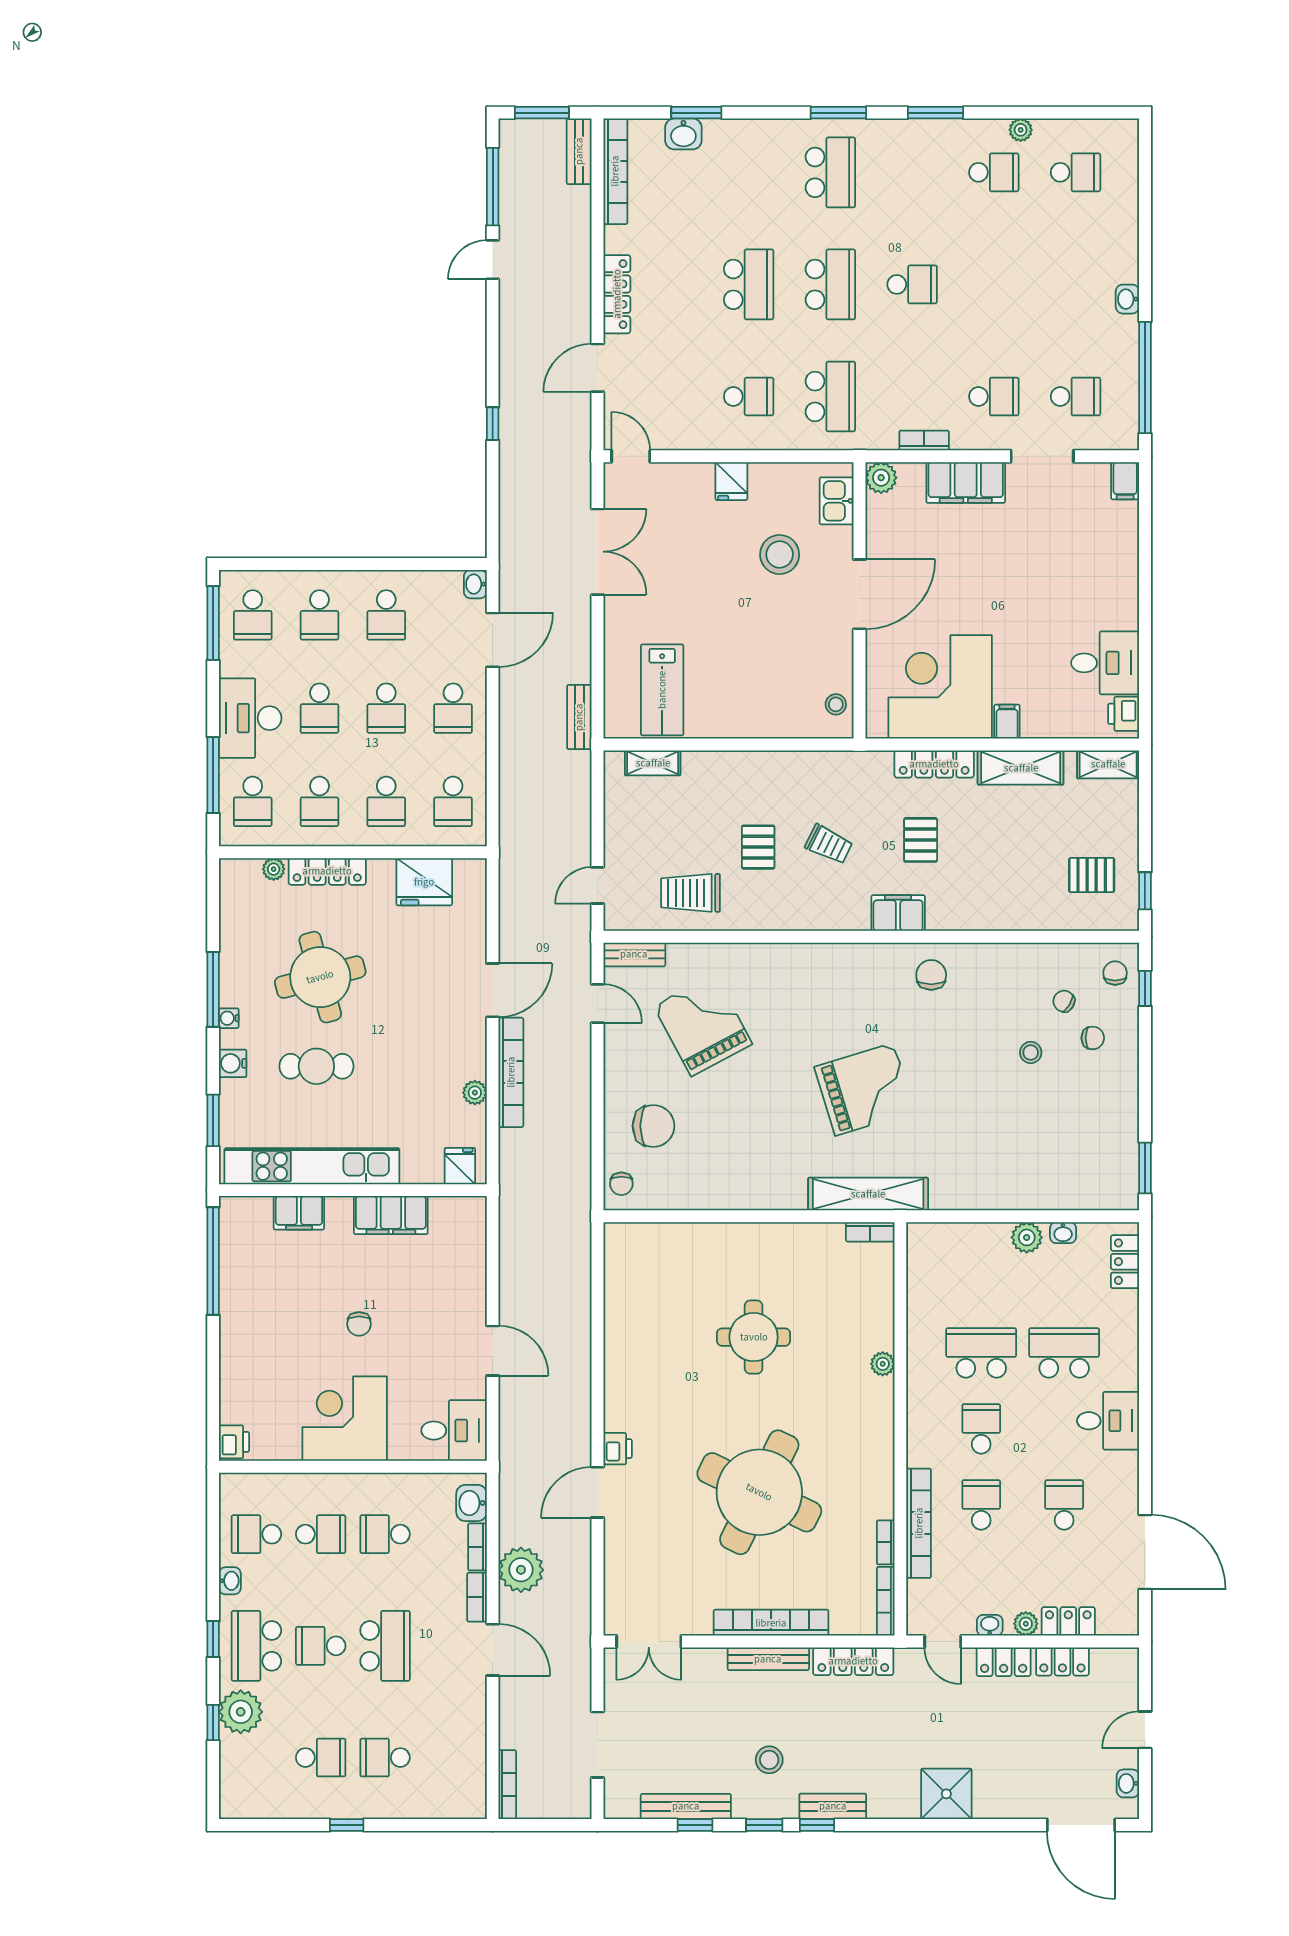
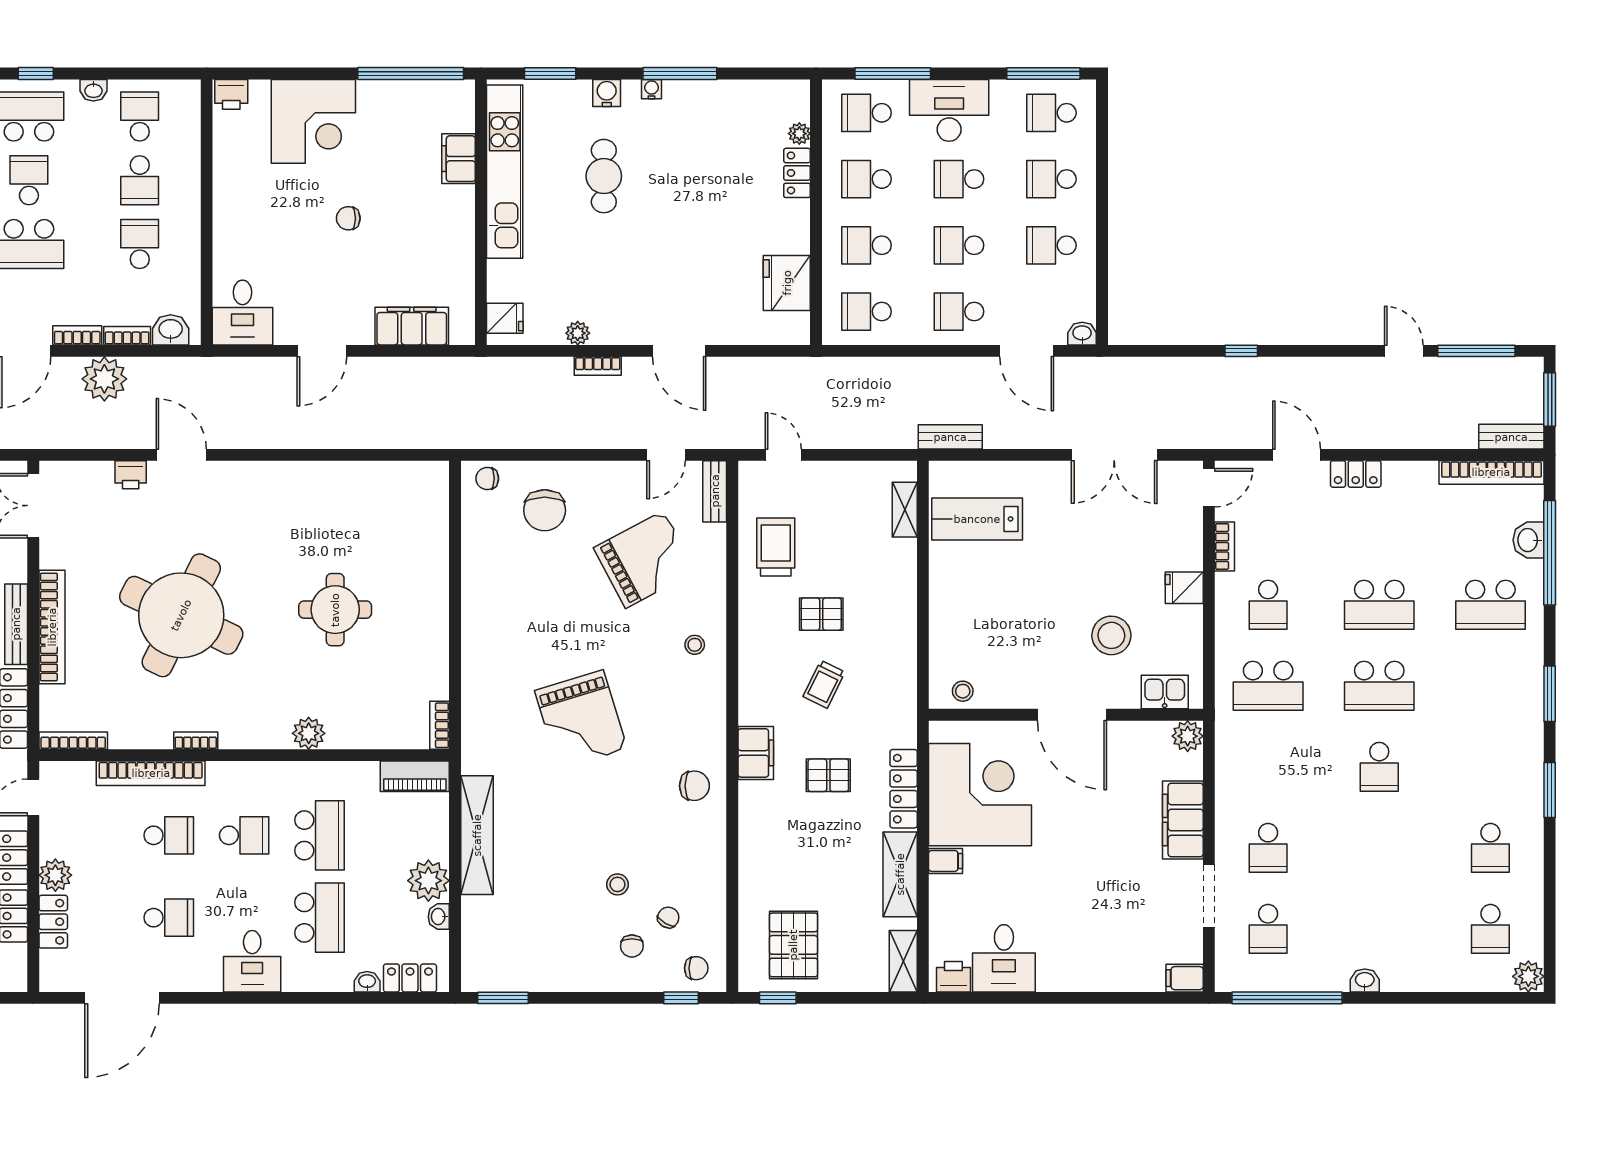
window: (696, 113) -> (1550, 553), width x2.11
plant: (1021, 130) -> (1528, 976), moved, width x1.38, depth x1.38
school desk: (830, 172) -> (1490, 605), moved
locker: (617, 294) -> (1356, 474), width x0.66
bookcase: (924, 440) -> (1224, 546), moved
locker: (327, 871) -> (797, 173), width x0.66
pallet: (1092, 875) -> (793, 945), width x1.50, depth x1.42
stool: (789, 975) -> (695, 645), added
round table: (320, 977) -> (692, 180), removed
bookcase: (511, 1072) -> (598, 366), width x0.43, depth x0.76
shelving: (868, 1194) -> (477, 835), moved
filing cabinet: (391, 1215) -> (412, 326), moved, turned 90
plant: (1027, 1237) -> (428, 881), width x1.36, depth x1.36
piano: (922, 1257) -> (415, 776), added
plant: (883, 1364) -> (309, 733), width x1.38, depth x1.38
corner desk: (345, 1419) -> (313, 121), moved, turned 90
printer: (618, 1449) -> (131, 475), moved
bookcase: (886, 1542) -> (196, 741), moved
plant: (1026, 1624) -> (55, 875), width x1.38, depth x1.38
washbasin: (990, 1625) -> (367, 982), moved, turned -90

